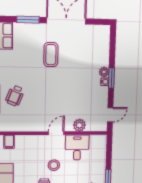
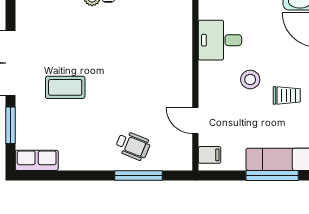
plant: (79, 125) -> (182, 37), removed
door: (56, 133) -> (195, 121), moved

